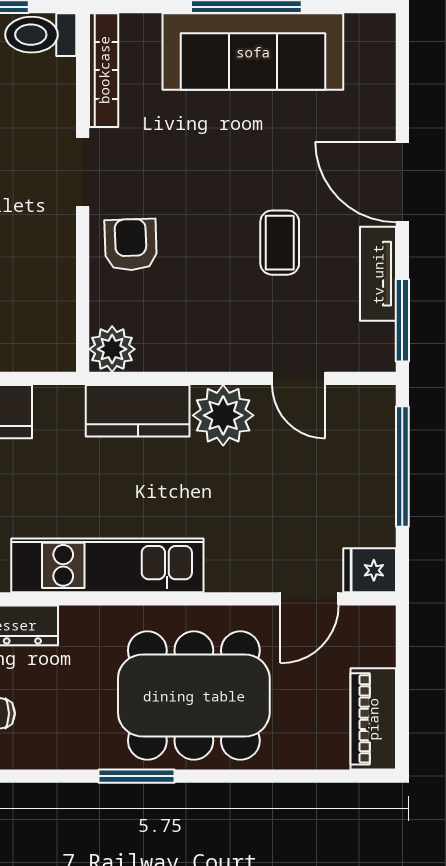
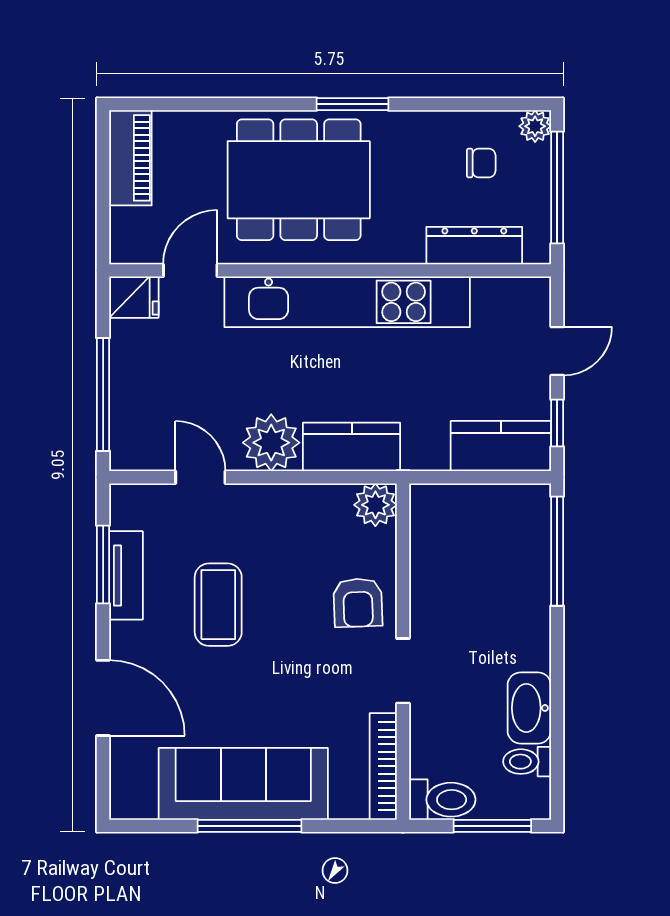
door: (402, 182) -> (103, 698), moved
coffee table: (280, 243) -> (218, 605), width x1.36, depth x1.30
window: (402, 320) -> (103, 565), moved
kitchen unit: (107, 565) -> (347, 302), width x1.36

